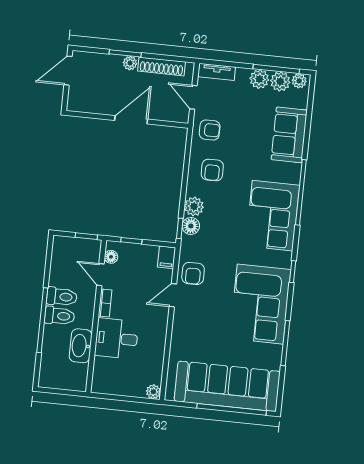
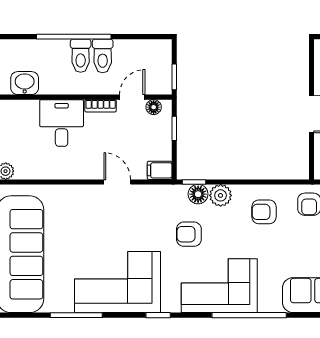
armchair: (193, 273) -> (189, 234), moved
washbasin: (81, 346) -> (25, 83), moved, width x0.72

